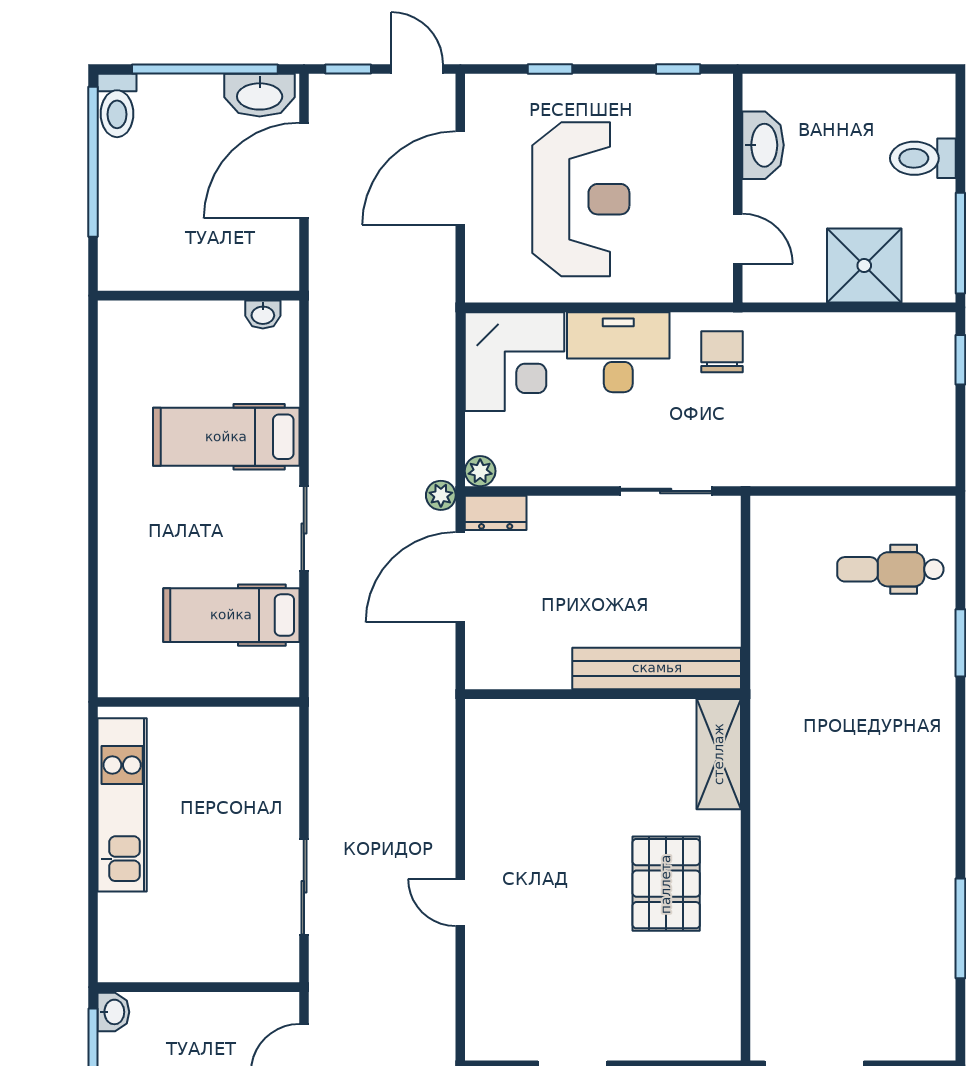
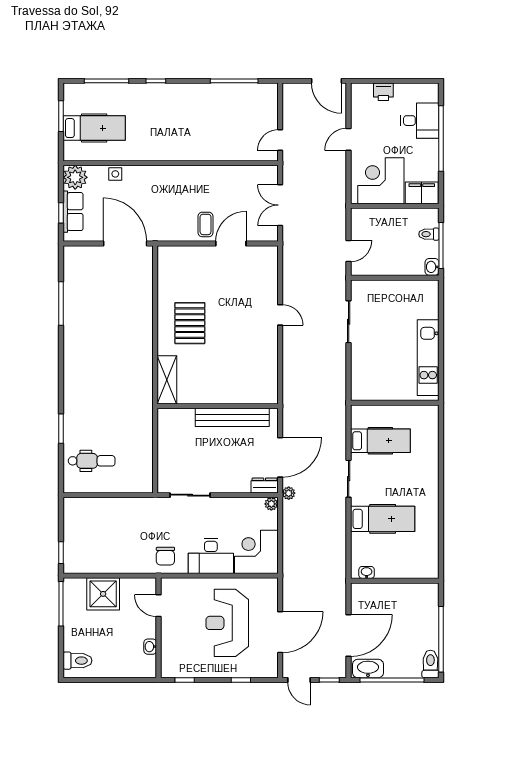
washbasin: (763, 145) -> (150, 647), width x0.52, depth x0.69
toilet: (923, 158) -> (77, 661), moved
bench: (657, 668) -> (232, 417), moved

